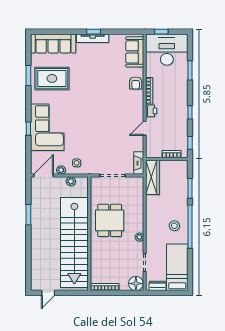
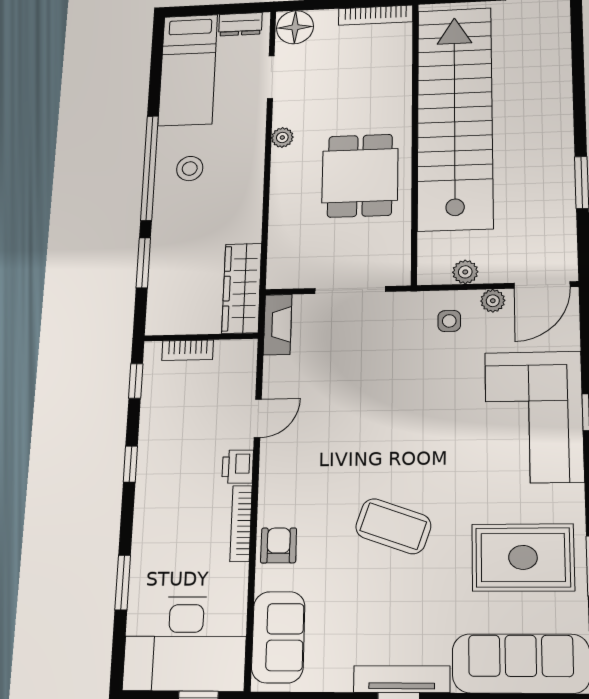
coffee table: (96, 89) -> (393, 526), added

